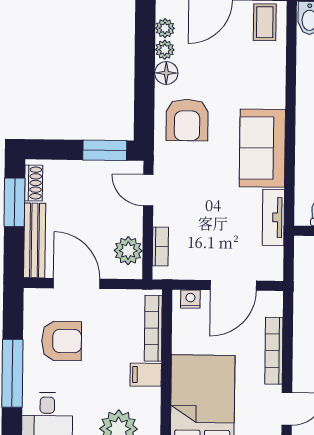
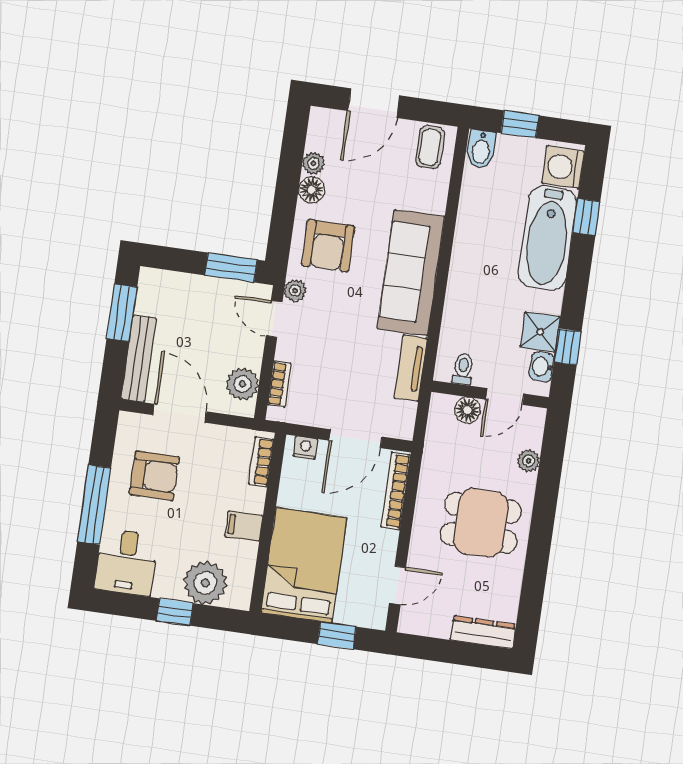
plant: (165, 28) -> (295, 291), moved
sofa: (262, 148) -> (411, 273), width x1.36
shoe rack: (34, 183) -> (146, 294), removed
bookcase: (153, 328) -> (261, 462), width x0.64
bookcase: (274, 351) -> (396, 491), moved

